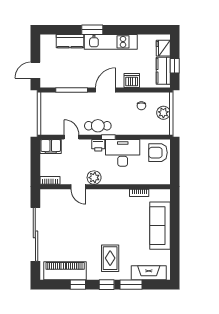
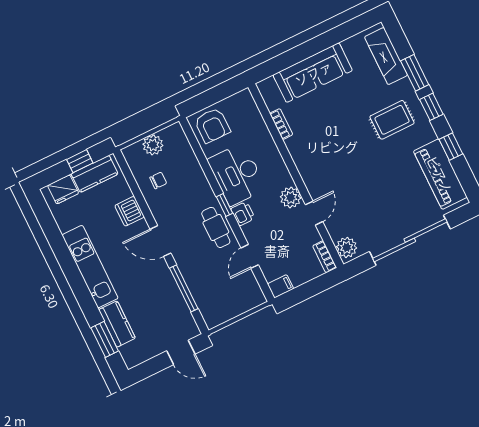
window: (92, 30) -> (105, 339), moved
filing cabinet: (51, 147) -> (281, 286), width x0.50
plant: (49, 196) -> (347, 247), added

